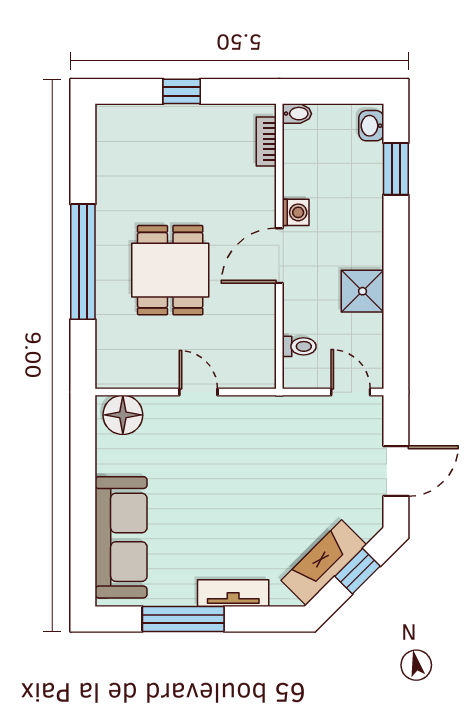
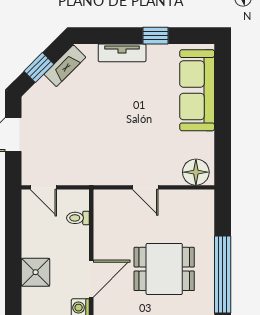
dining table: (170, 270) -> (164, 269), turned 90
shower: (363, 291) -> (36, 272), moved
fireplace: (324, 563) -> (65, 66), width x0.73, depth x0.76
window: (183, 619) -> (155, 36), width x0.46

